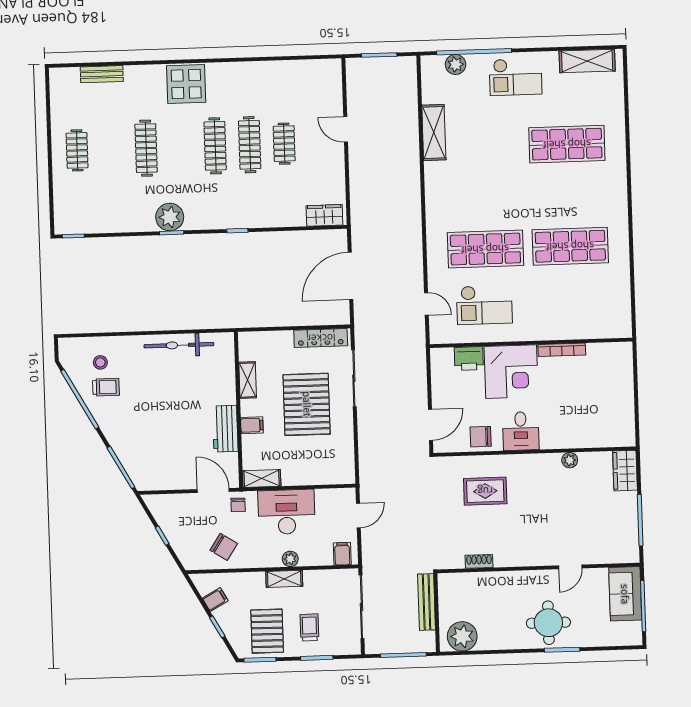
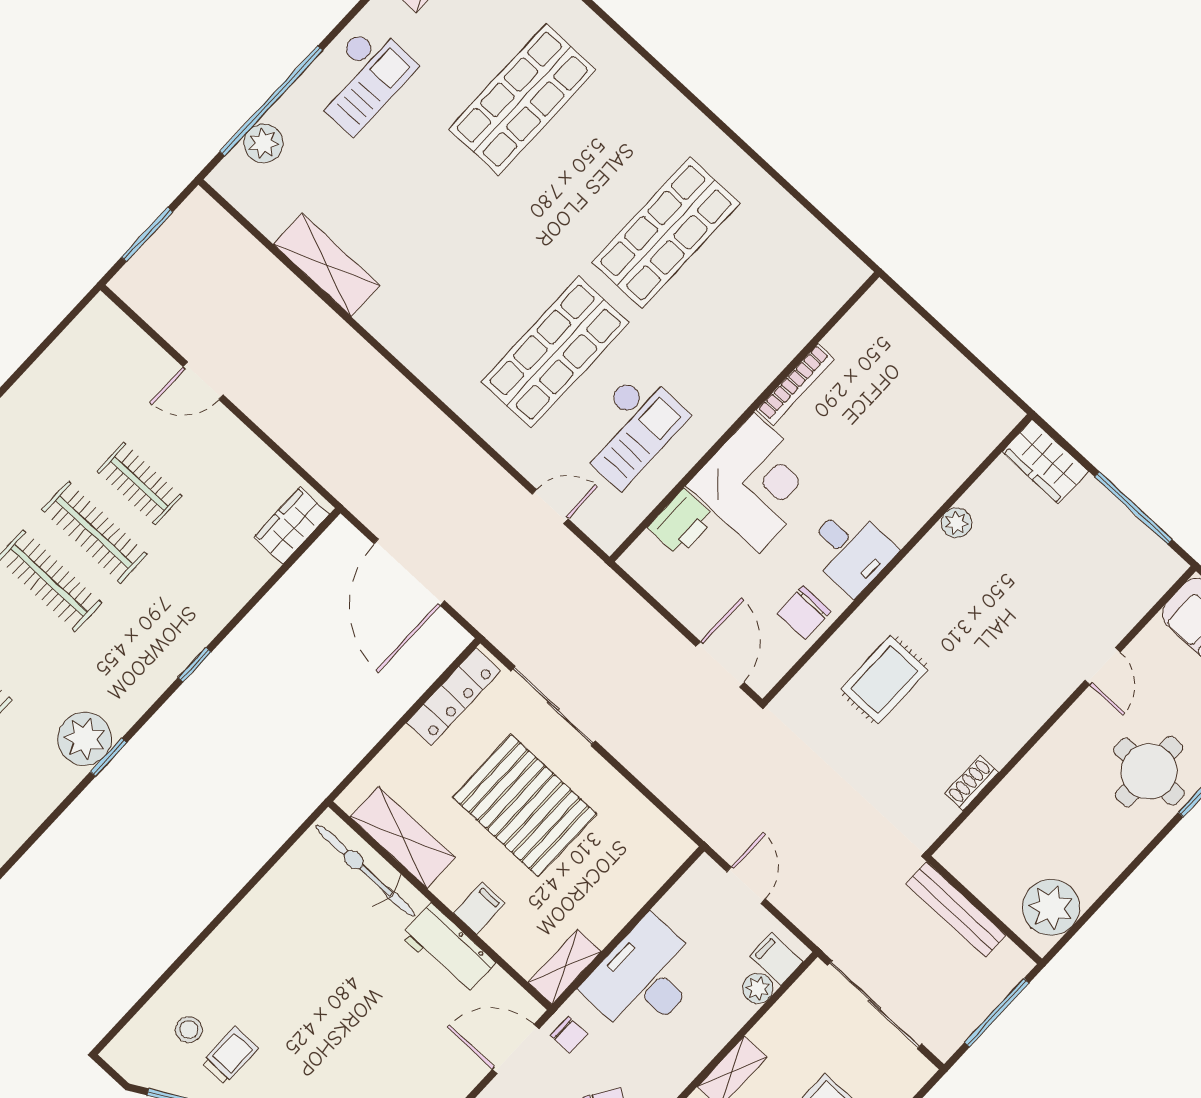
bicycle: (179, 345) -> (365, 871), moved, turned 90
shelving: (248, 380) -> (403, 837), width x1.50, depth x1.33
plant: (290, 559) -> (758, 988), moved

